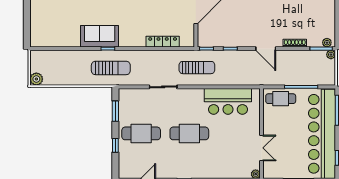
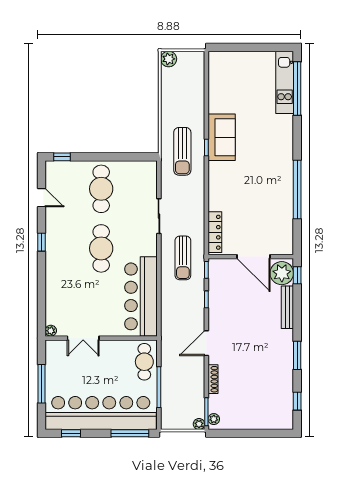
locker: (163, 42) -> (215, 232), moved
bar counter: (228, 101) -> (141, 296), width x1.36
window: (115, 111) -> (129, 157), removed
window: (115, 145) -> (62, 157), moved

